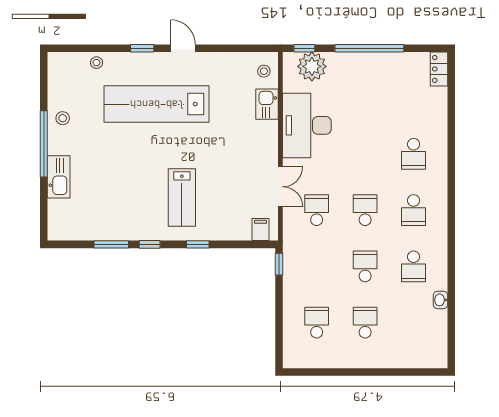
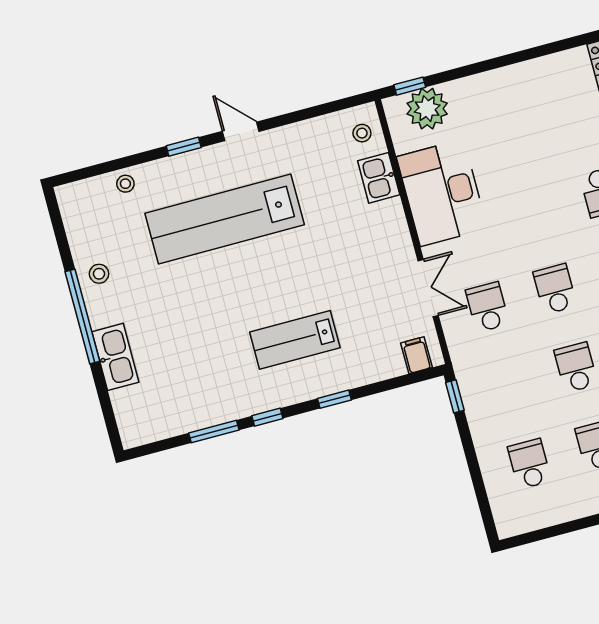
window: (369, 48) -> (501, 62), removed
lab bench: (182, 198) -> (295, 340), turned 90

